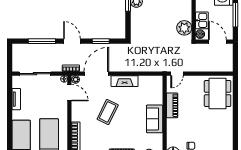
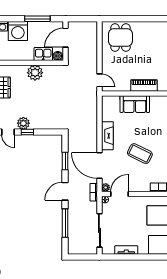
plant: (184, 28) -> (35, 73), moved
dining table: (218, 93) -> (120, 38), width x0.73
piano: (172, 105) -> (144, 85), moved
sofa: (155, 119) -> (135, 104), moved

